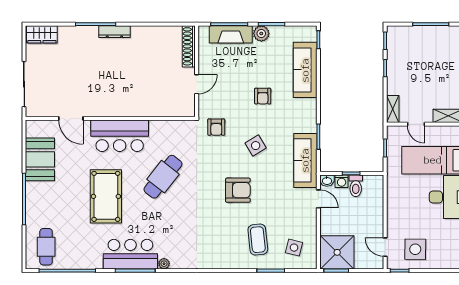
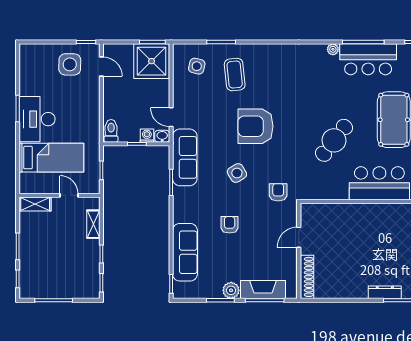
shelving: (393, 109) -> (93, 224), moved
toilet: (356, 186) -> (111, 131), moved
armchair: (238, 190) -> (256, 126), width x1.36, depth x1.36

